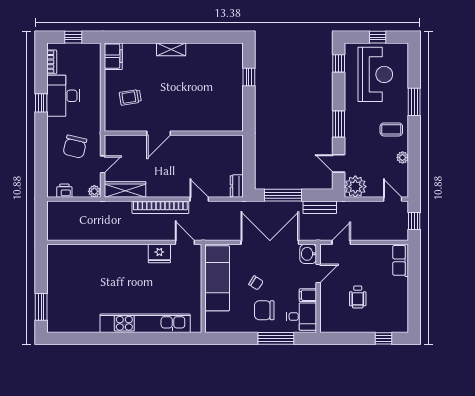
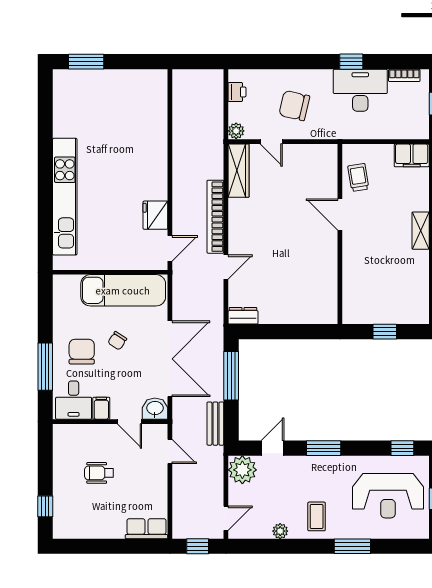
door: (159, 133) -> (340, 214), moved
wall: (174, 133) -> (340, 234), moved

